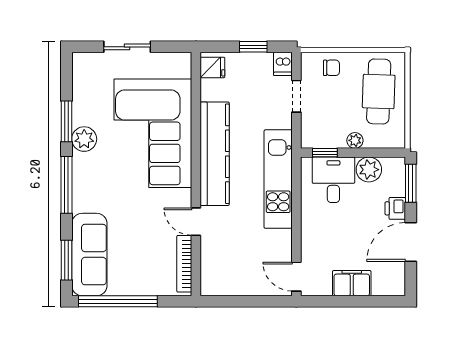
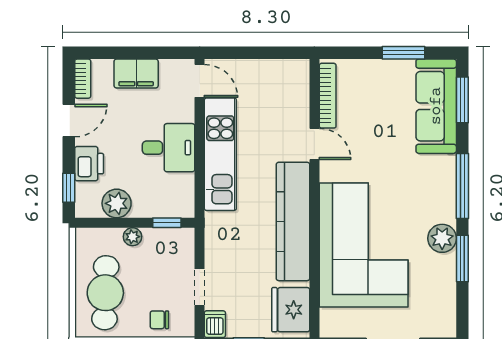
fridge: (212, 67) -> (291, 310), width x1.88, depth x1.34
kitchen unit: (278, 179) -> (220, 154), moved
desk: (333, 180) -> (169, 148), moved, turned -90
window: (411, 183) -> (69, 188), width x0.67
printer: (395, 208) -> (89, 164), width x1.36, depth x1.24
door: (411, 242) -> (69, 121), width x0.73
bookcase: (398, 279) -> (83, 79), added
window: (118, 301) -> (404, 53), width x0.47

